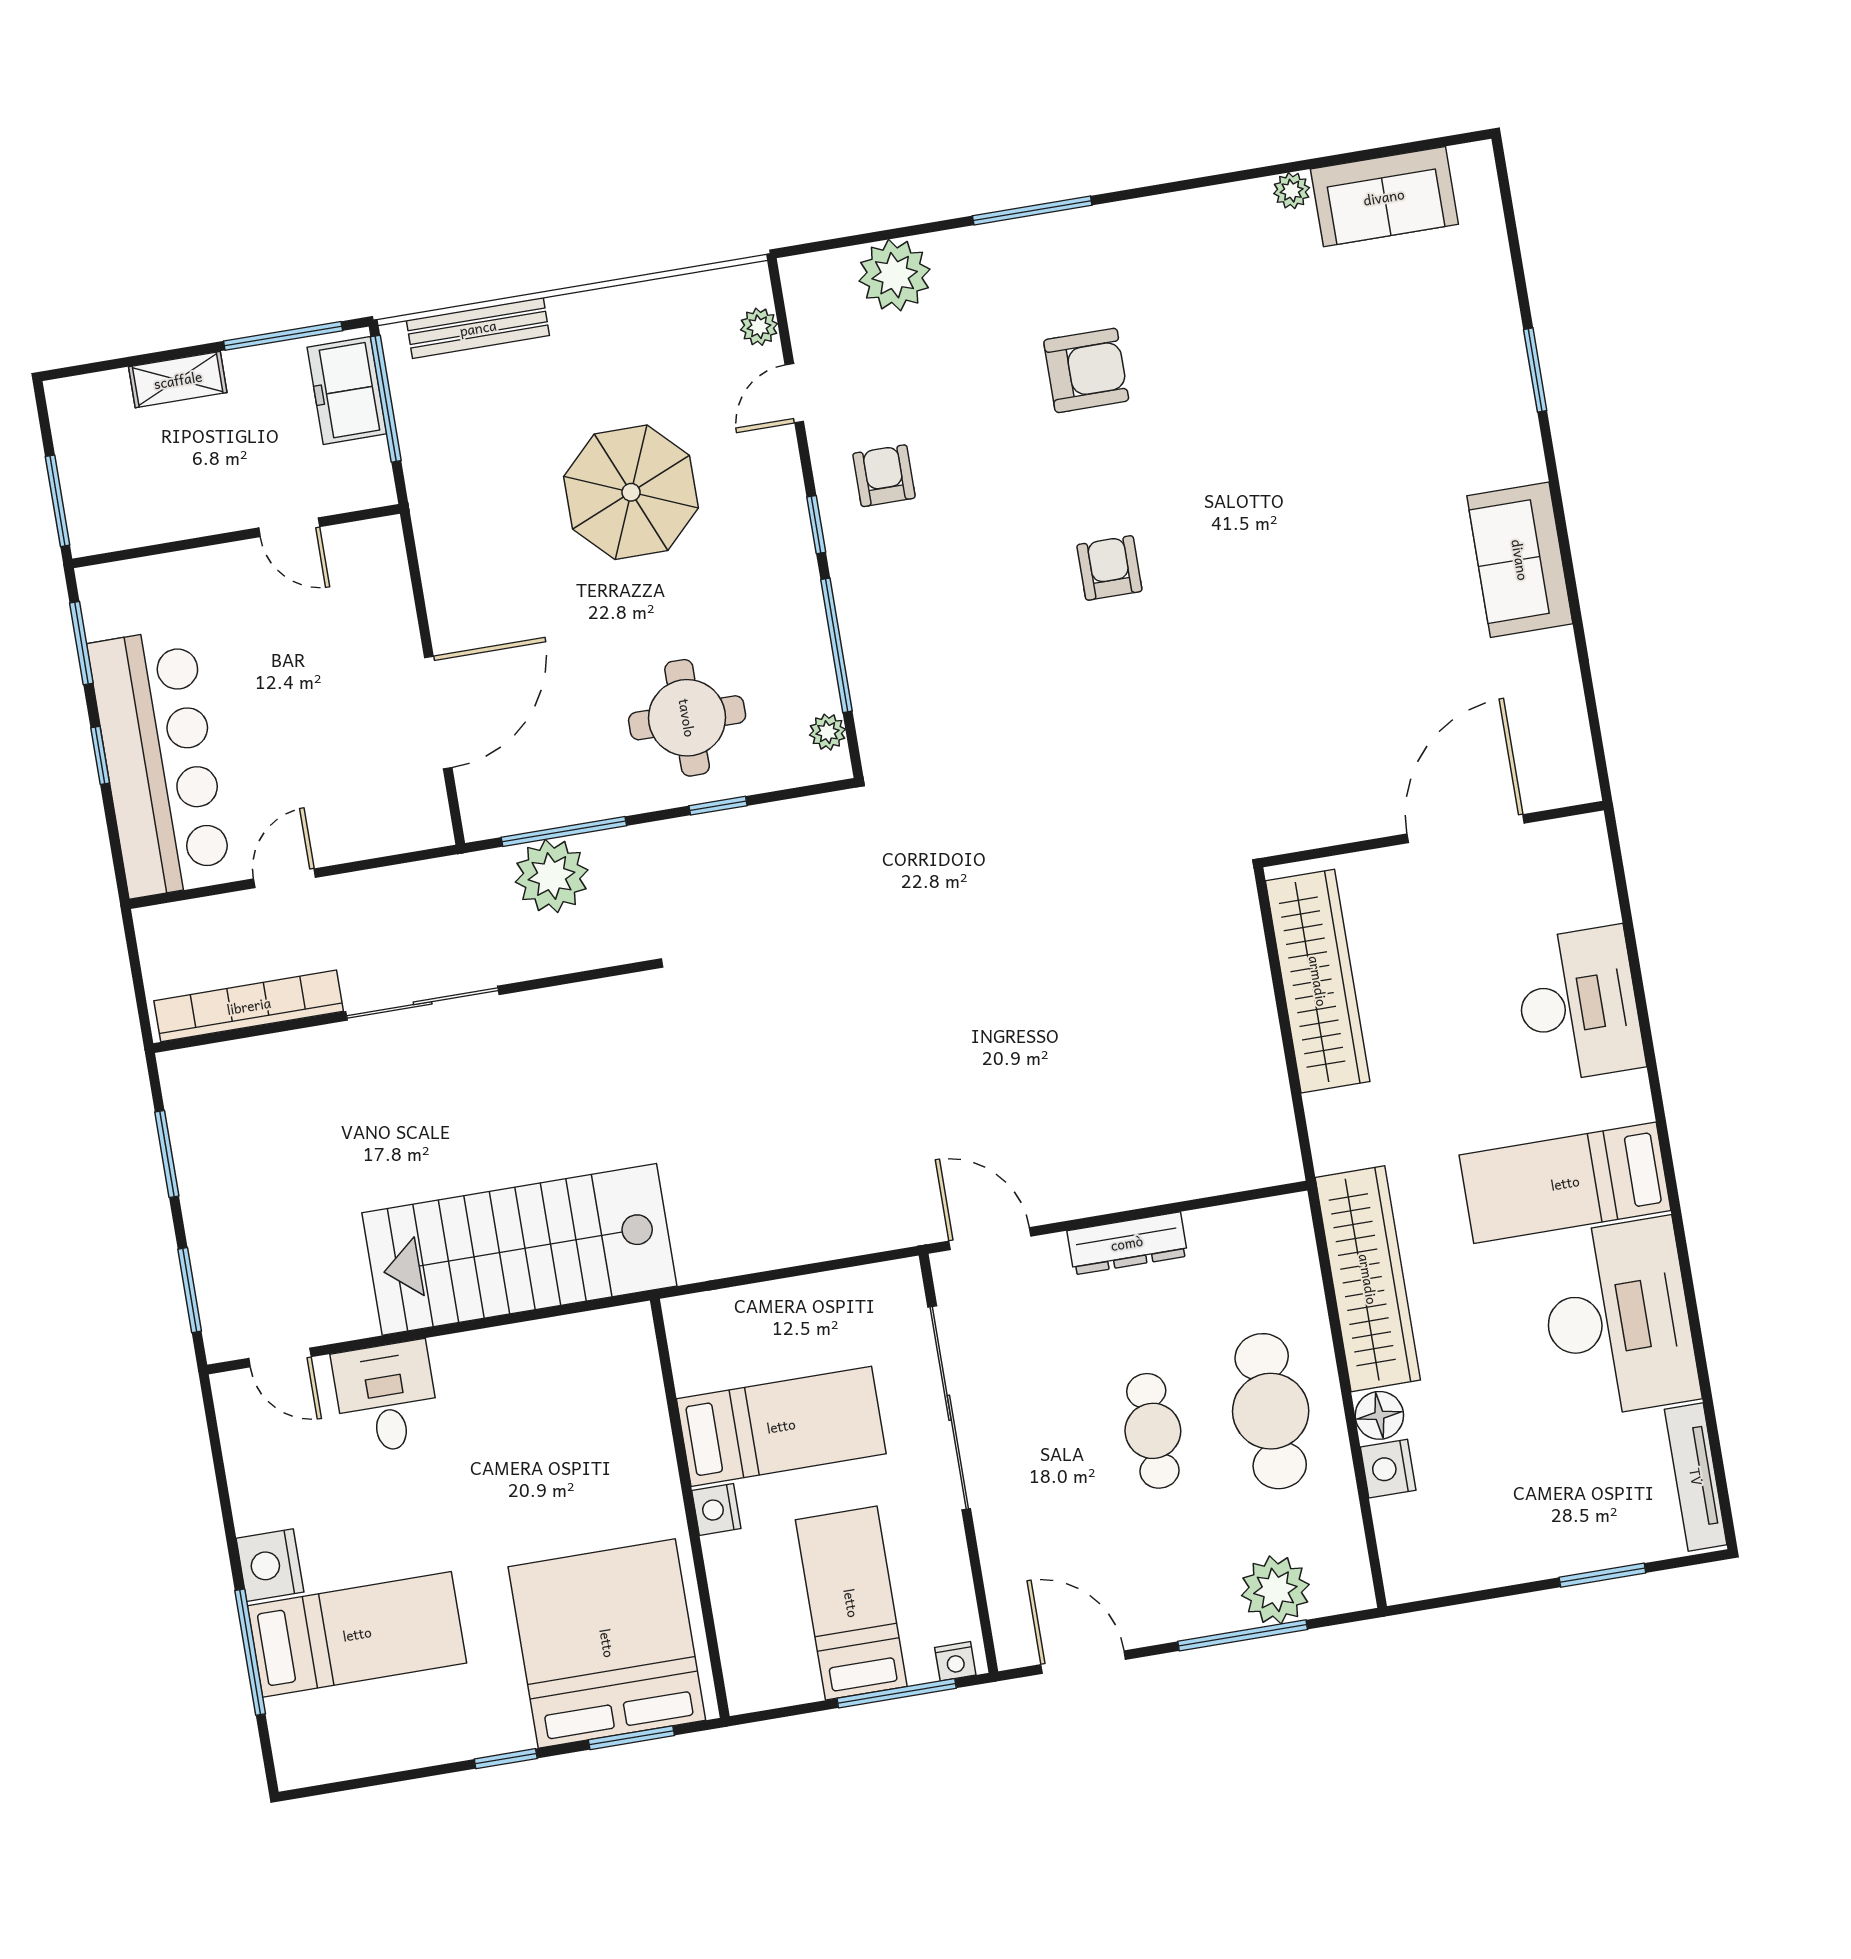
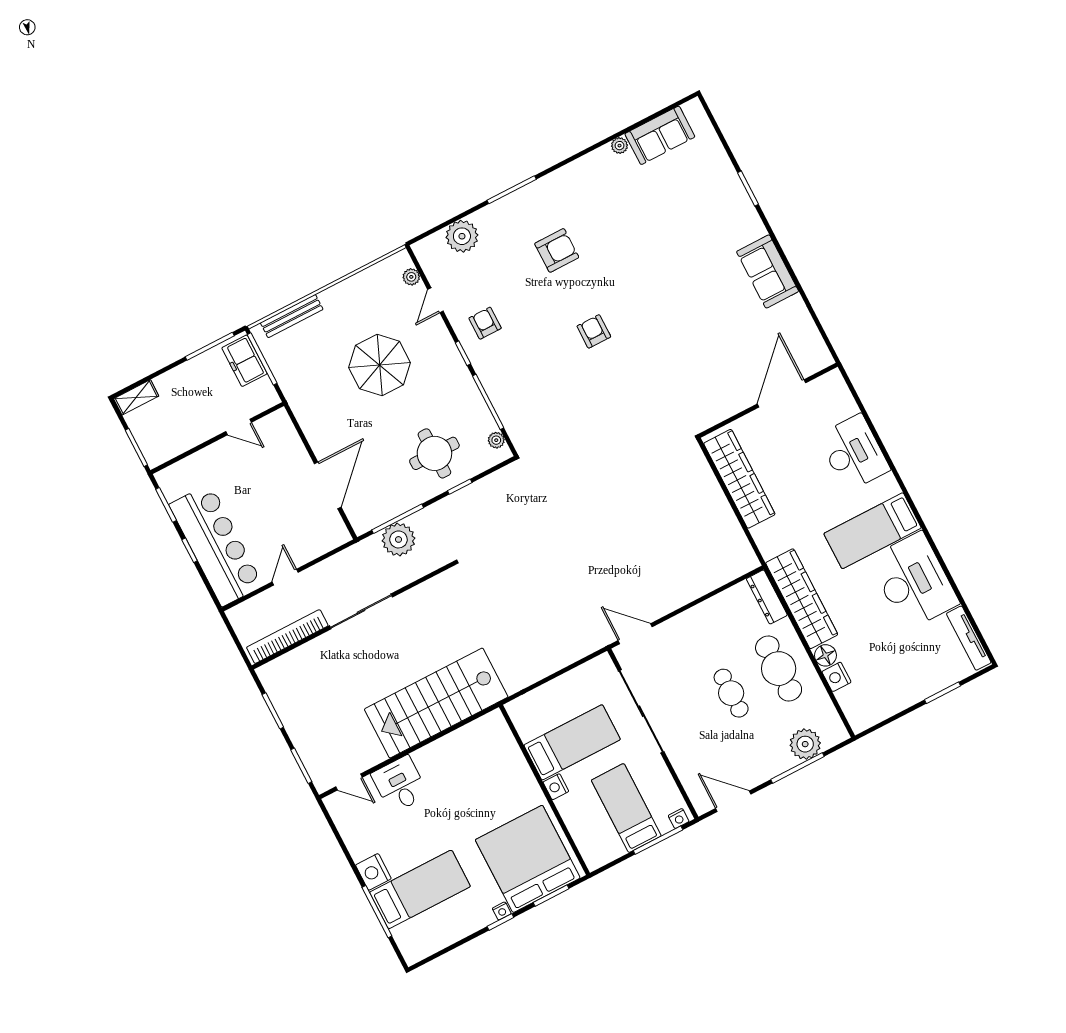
shelving: (178, 380) -> (136, 397), moved
dresser: (1127, 1243) -> (767, 597), moved, turned 90
nightstand: (516, 1736) -> (502, 911), added

